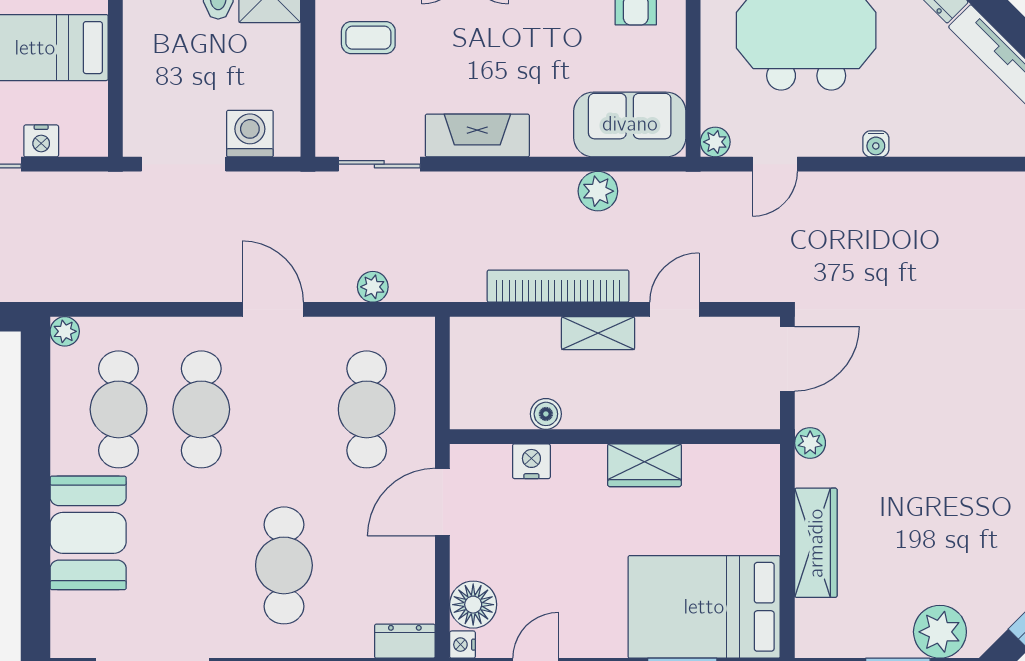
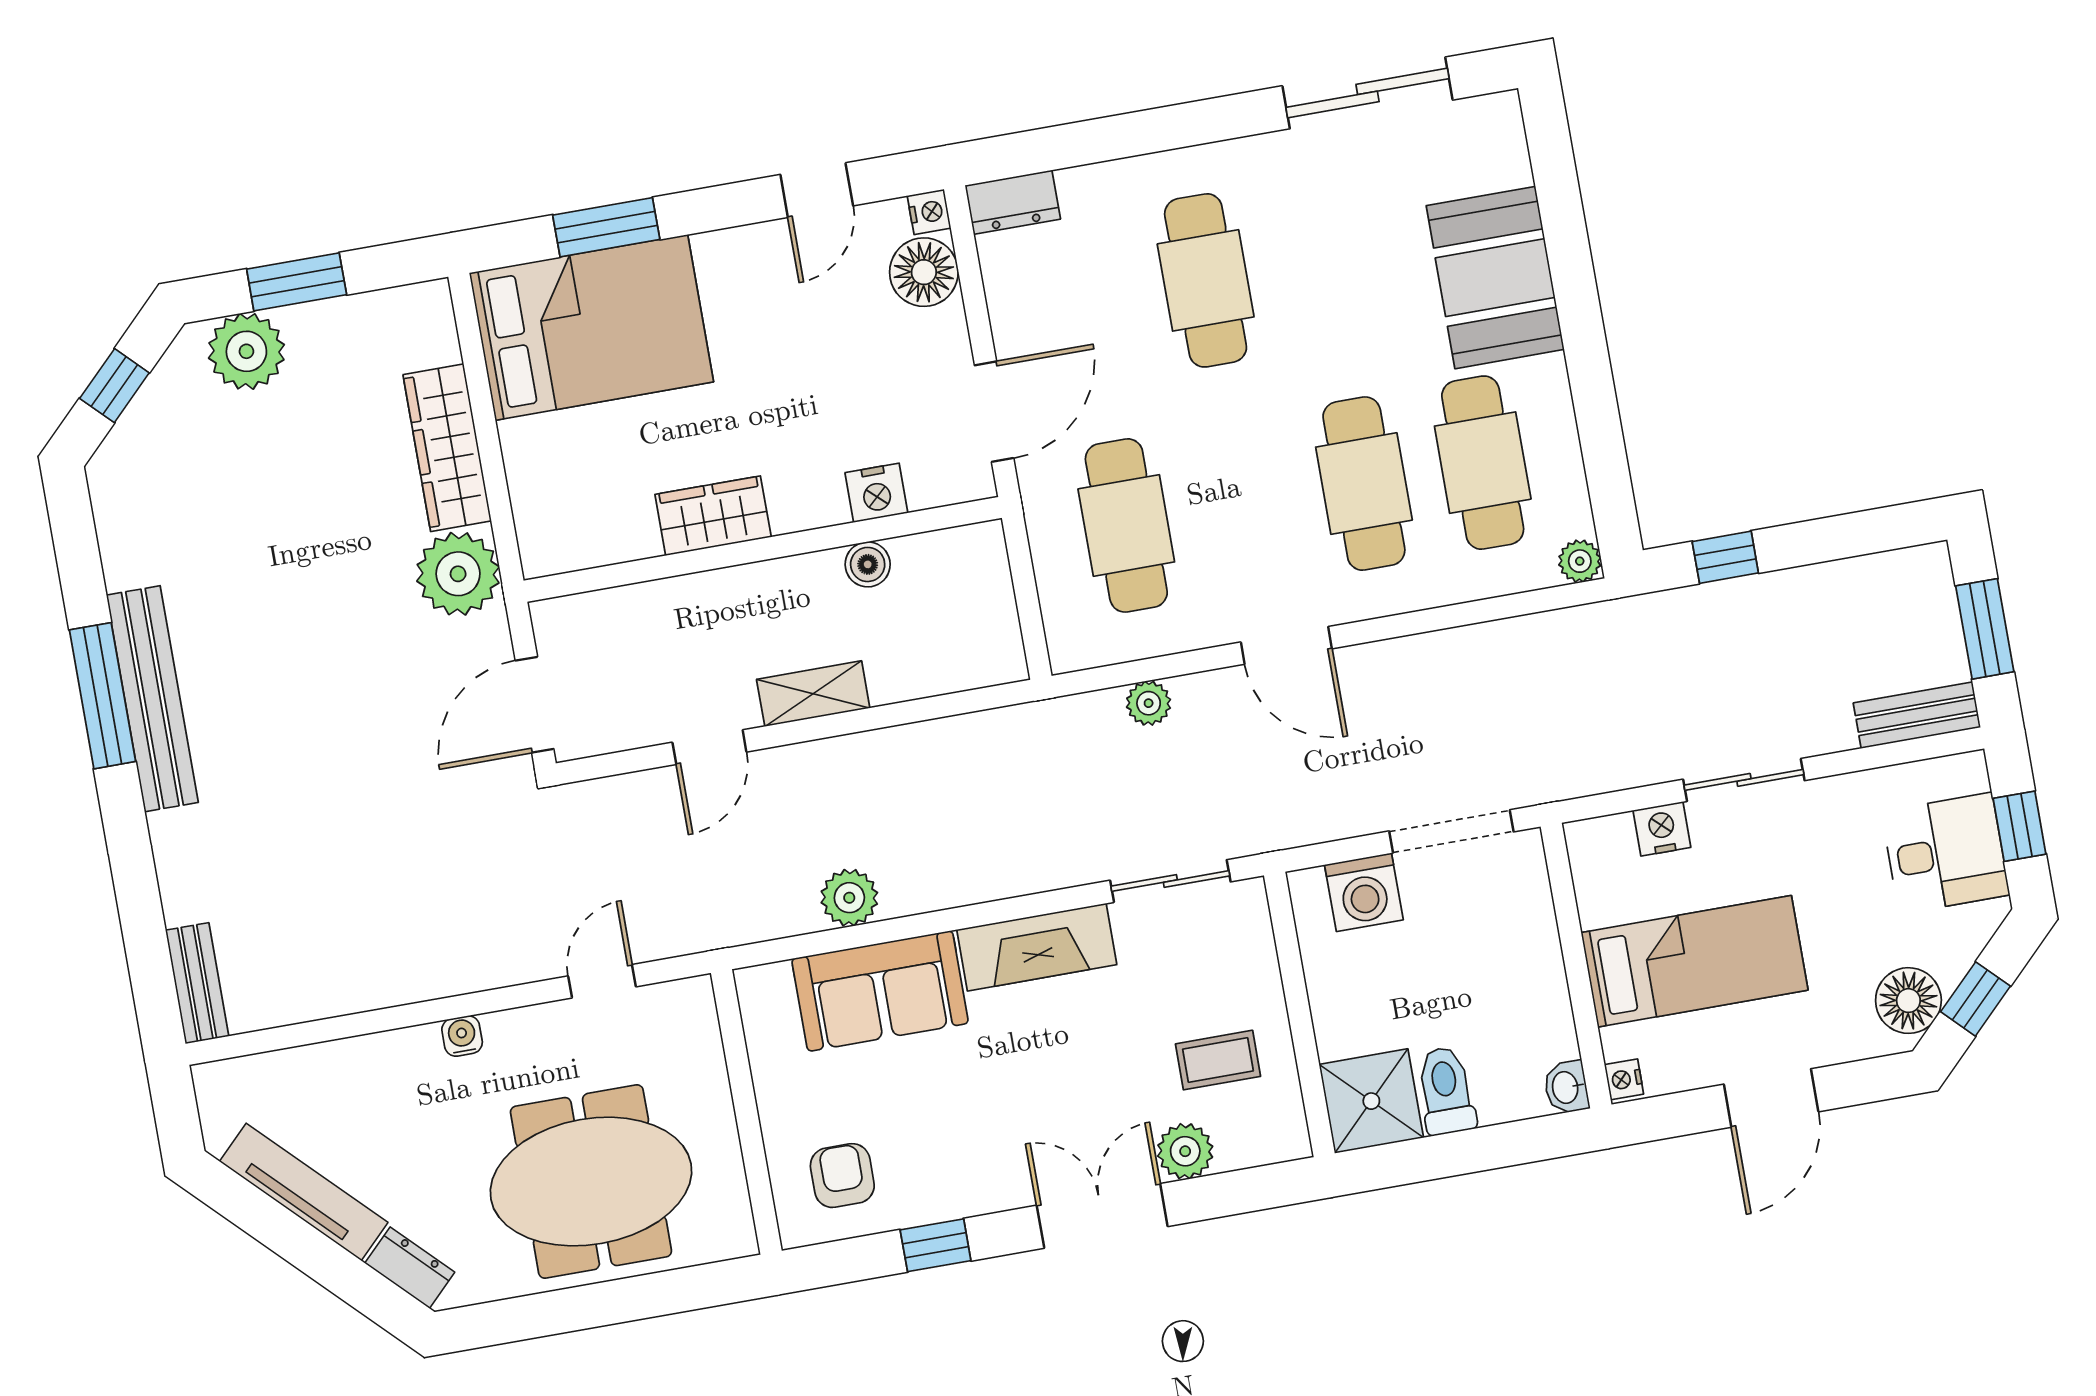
sofa: (630, 124) -> (880, 991), moved
plant: (715, 142) -> (693, 998), removed
bookcase: (558, 286) -> (883, 751), removed
plant: (810, 443) -> (458, 574), width x1.88, depth x1.88

